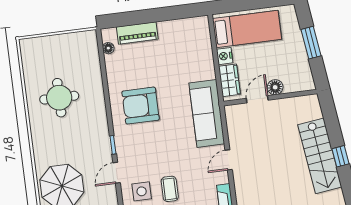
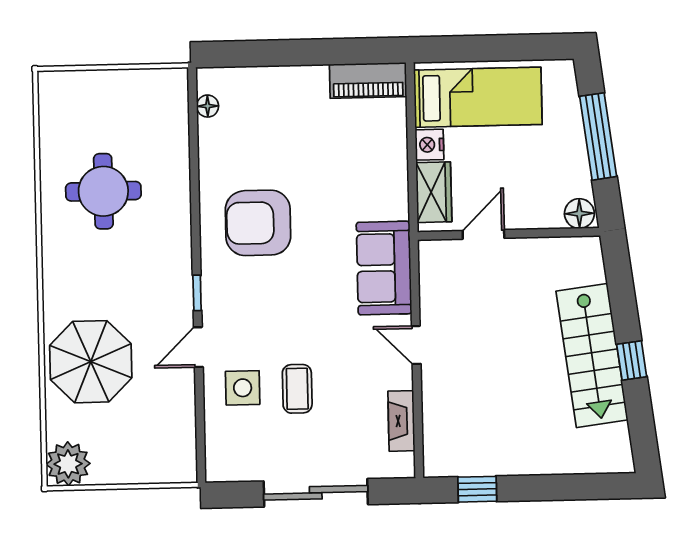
piano: (137, 33) -> (368, 80), moved
window: (311, 43) -> (598, 136), width x1.44
floor lamp: (275, 87) -> (579, 214), moved
sofa: (207, 113) -> (384, 268), width x0.73
door: (229, 160) -> (416, 345), hinge flipped

